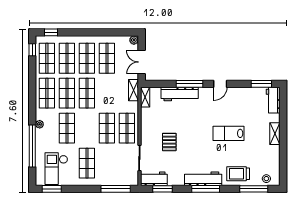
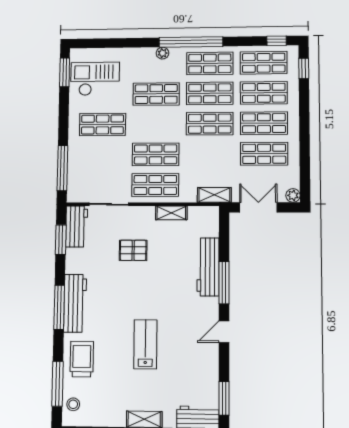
door: (220, 84) -> (224, 332), hinge flipped
shelving: (145, 97) -> (171, 213), moved
window: (32, 146) -> (191, 42), moved

